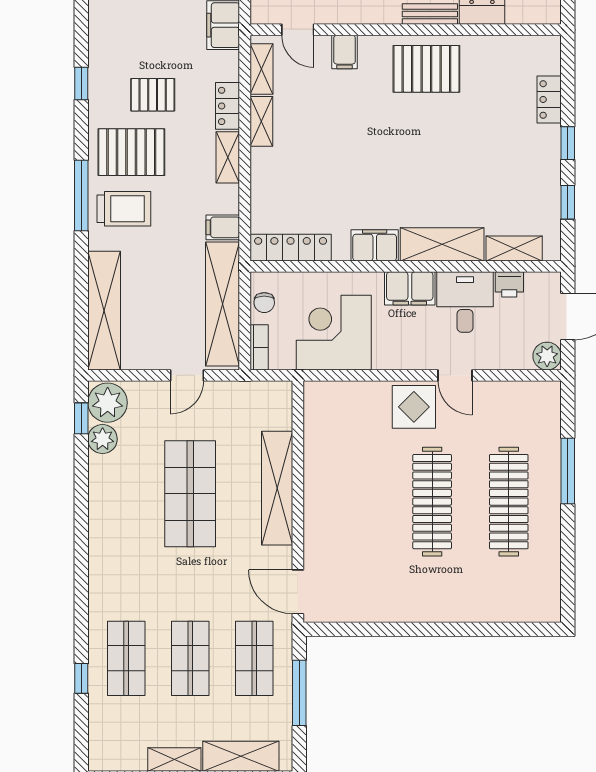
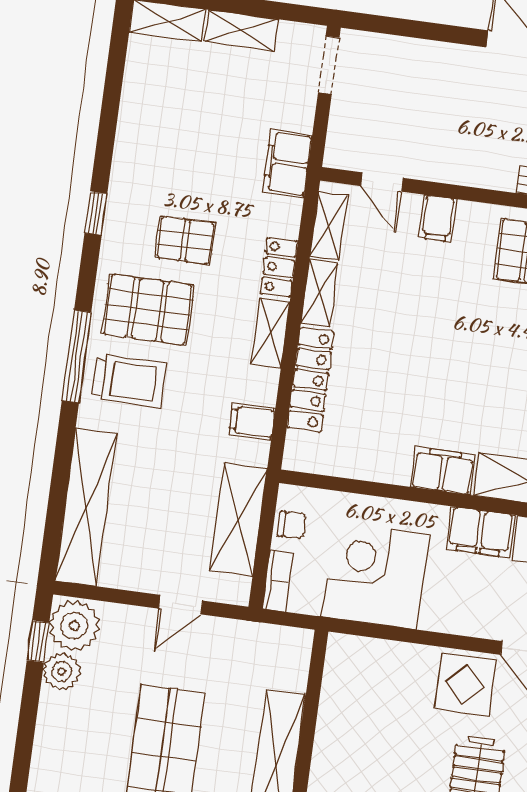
locker: (291, 248) -> (311, 380), moved, turned 90
chair: (264, 303) -> (292, 525), turned -90
shelving: (222, 304) -> (238, 520), width x0.68

